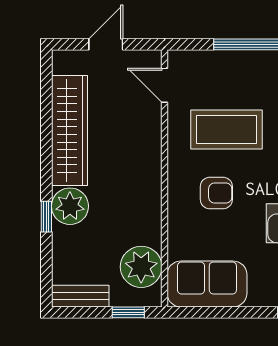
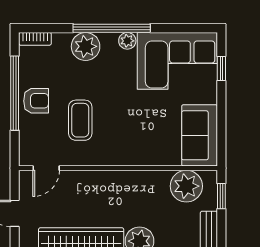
coffee table: (227, 129) -> (80, 120), width x0.73, depth x0.76
armchair: (216, 193) -> (36, 101), moved, turned 90

